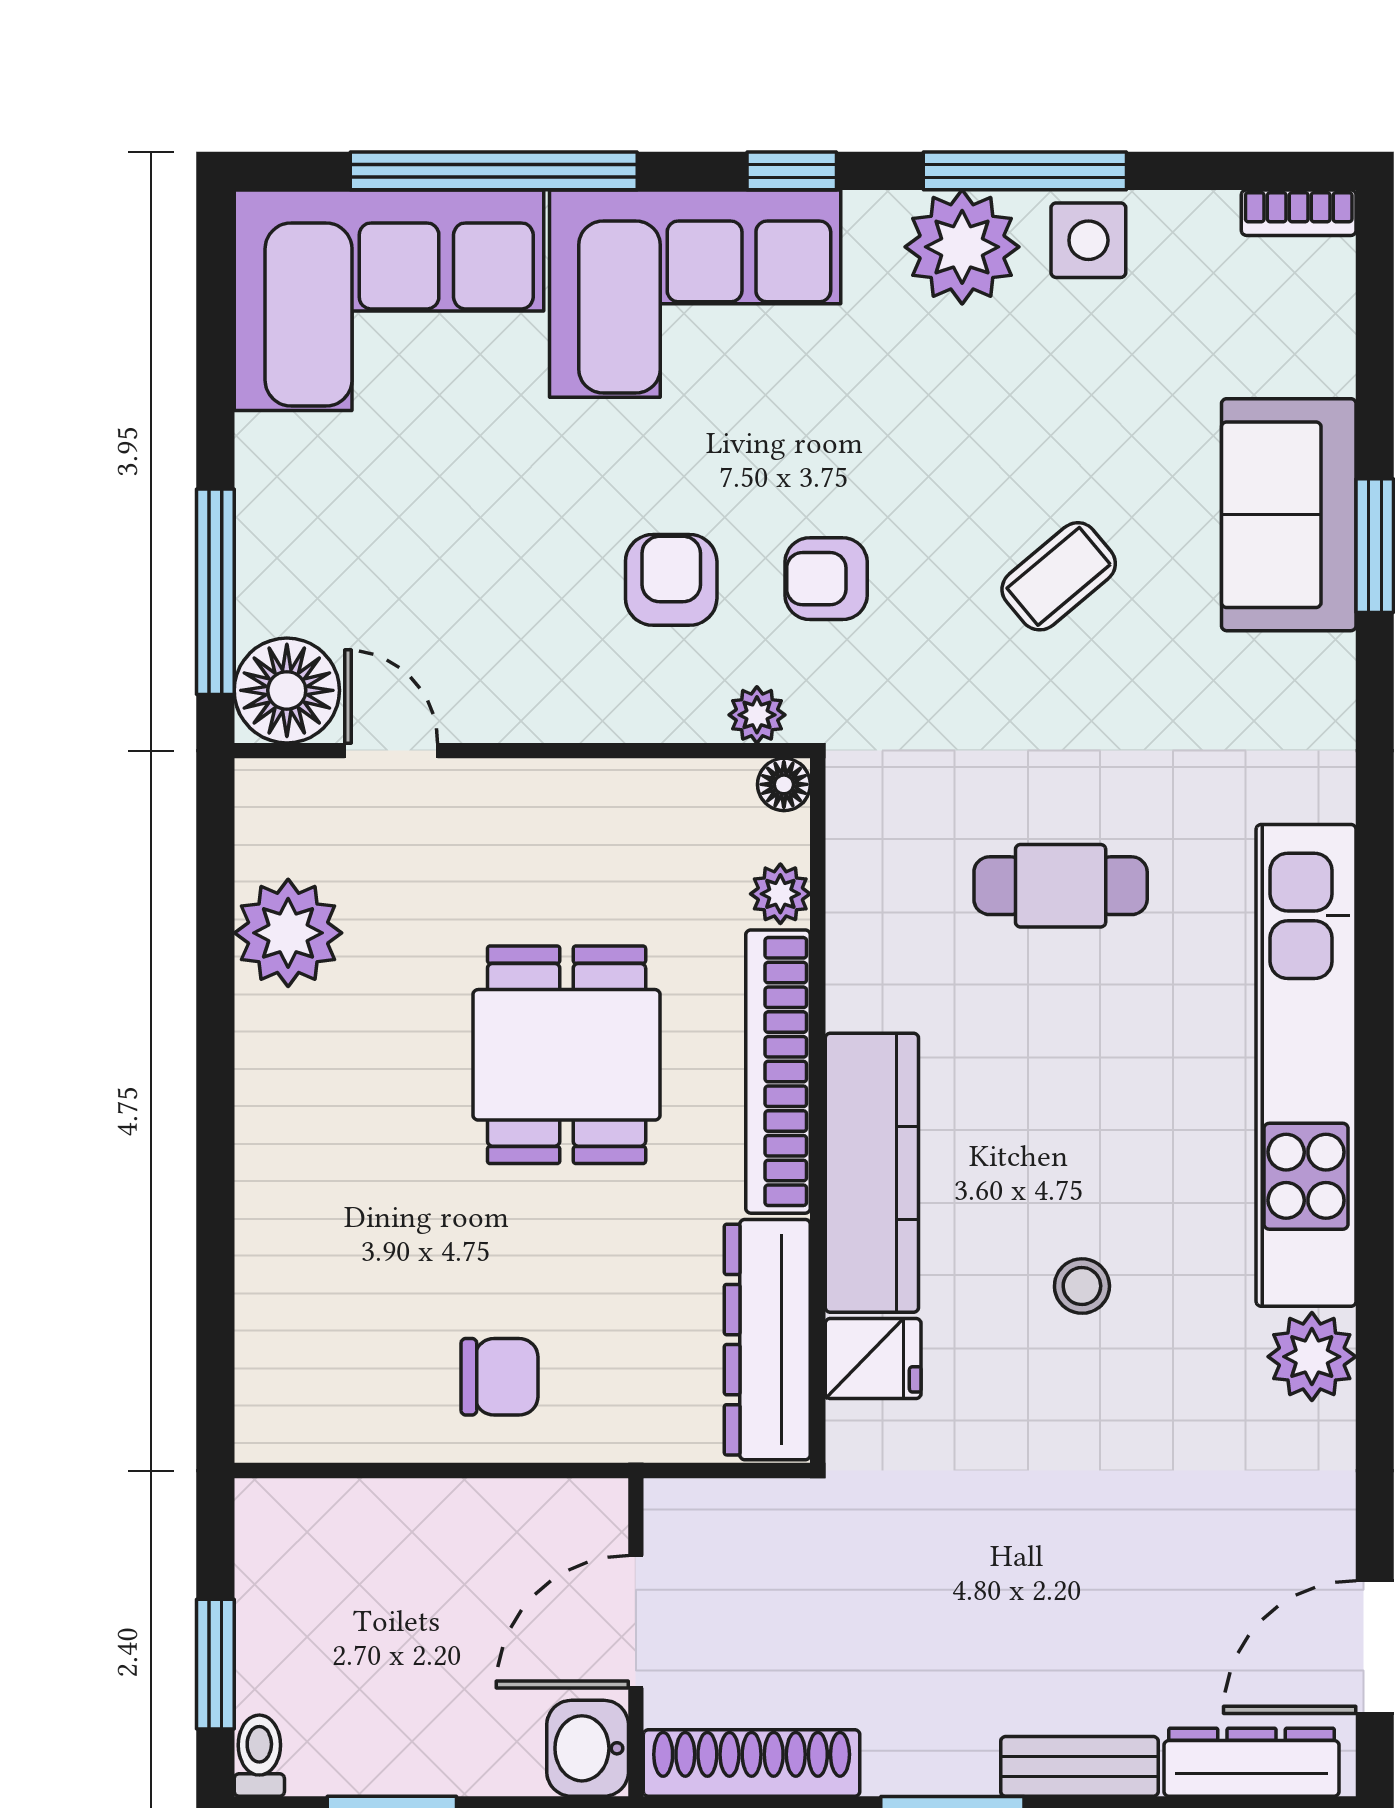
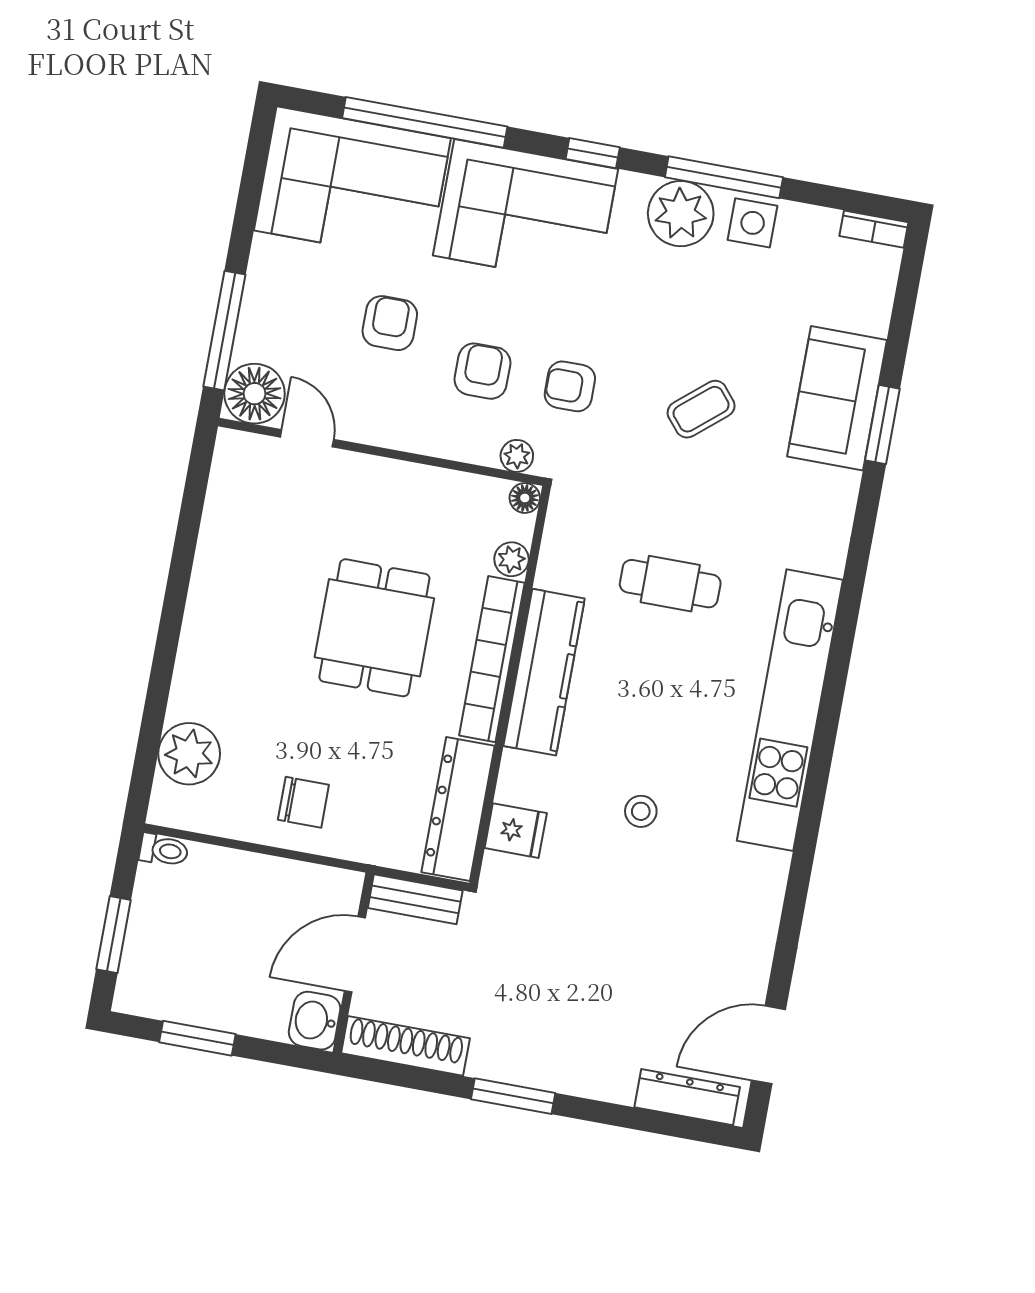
armchair: (497, 527) -> (390, 323), added
plant: (288, 933) -> (189, 754), moved
kitchen counter: (872, 1173) -> (544, 672), moved
plant: (1312, 1357) -> (763, 875), removed
toilet: (259, 1756) -> (164, 850), moved, turned 90
bench: (1079, 1766) -> (415, 899), moved

